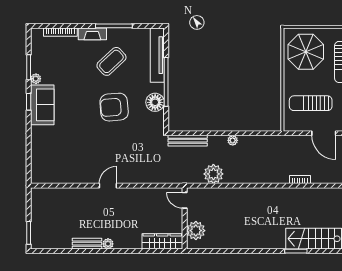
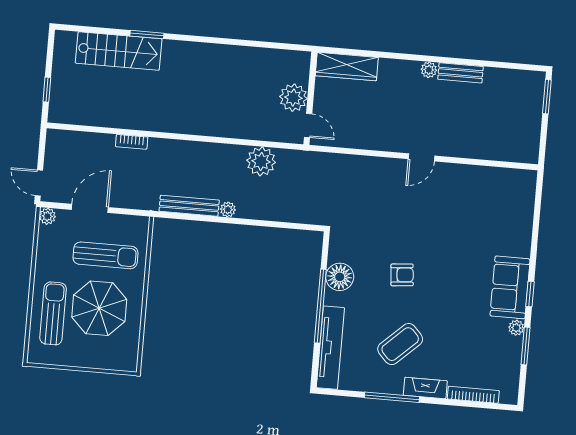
parasol: (306, 52) -> (99, 308), moved
armchair: (114, 107) -> (402, 275), width x0.53, depth x0.53
door: (324, 133) -> (90, 208), hinge flipped
bench: (188, 141) -> (189, 206), moved
plant: (196, 231) -> (293, 98), moved

